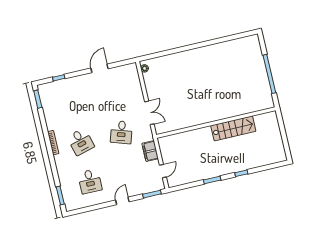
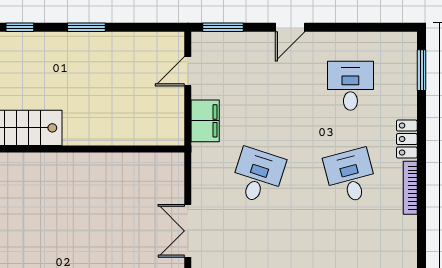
double door: (149, 113) -> (188, 231), moved
locker: (60, 164) -> (407, 139), added

